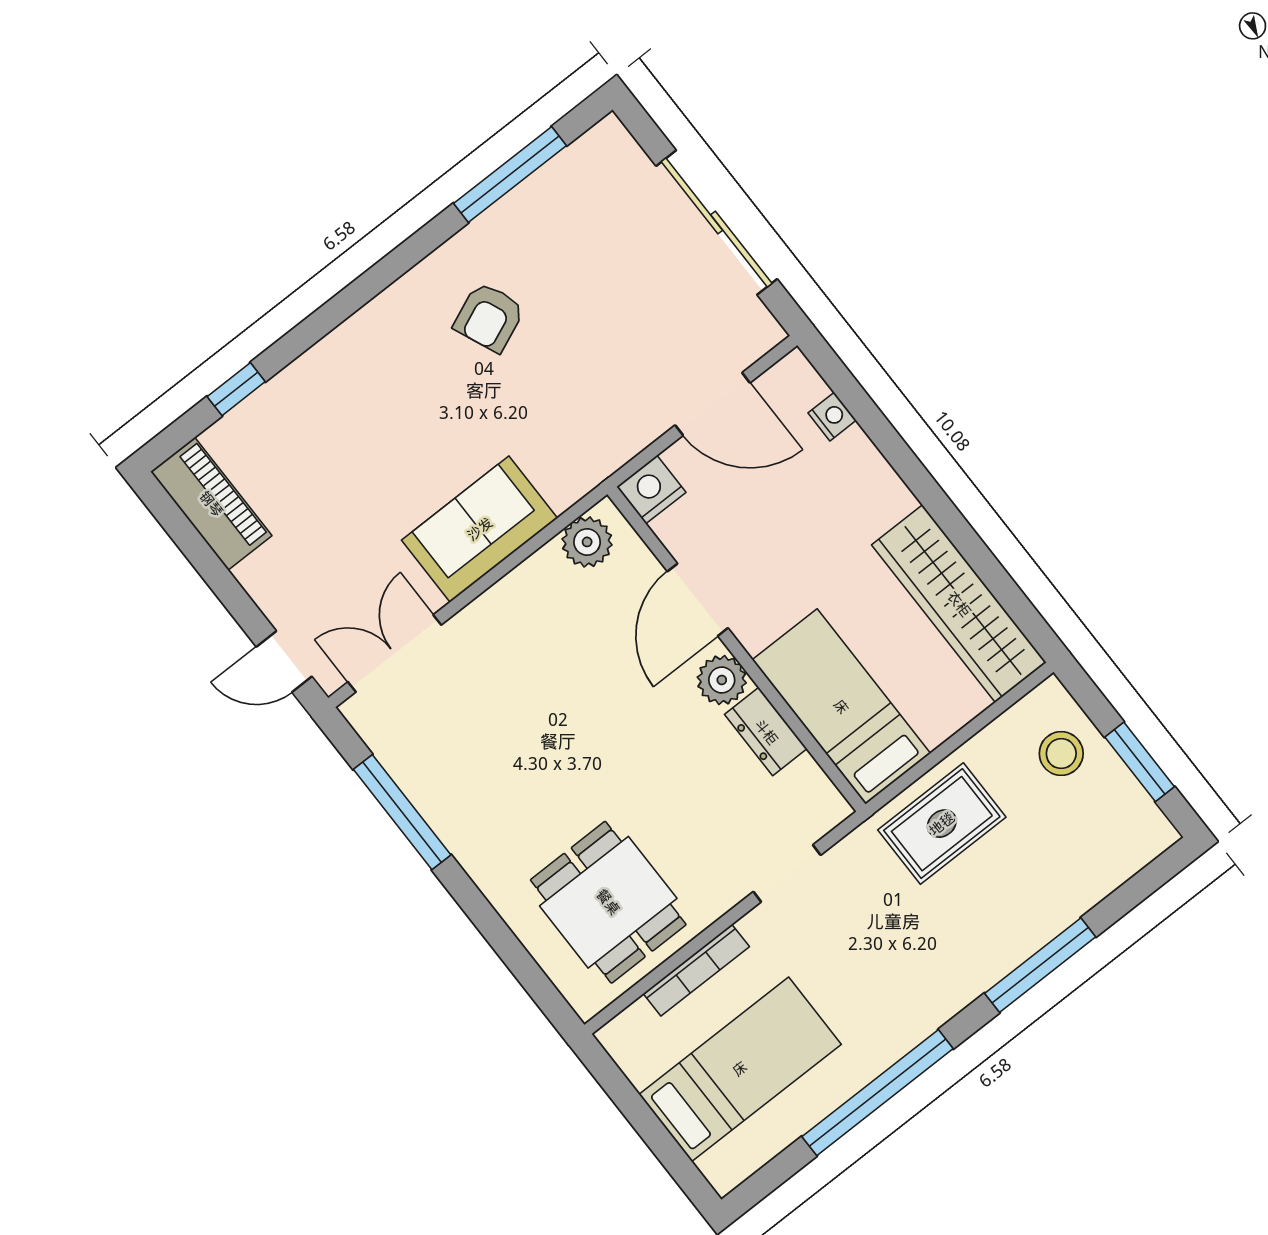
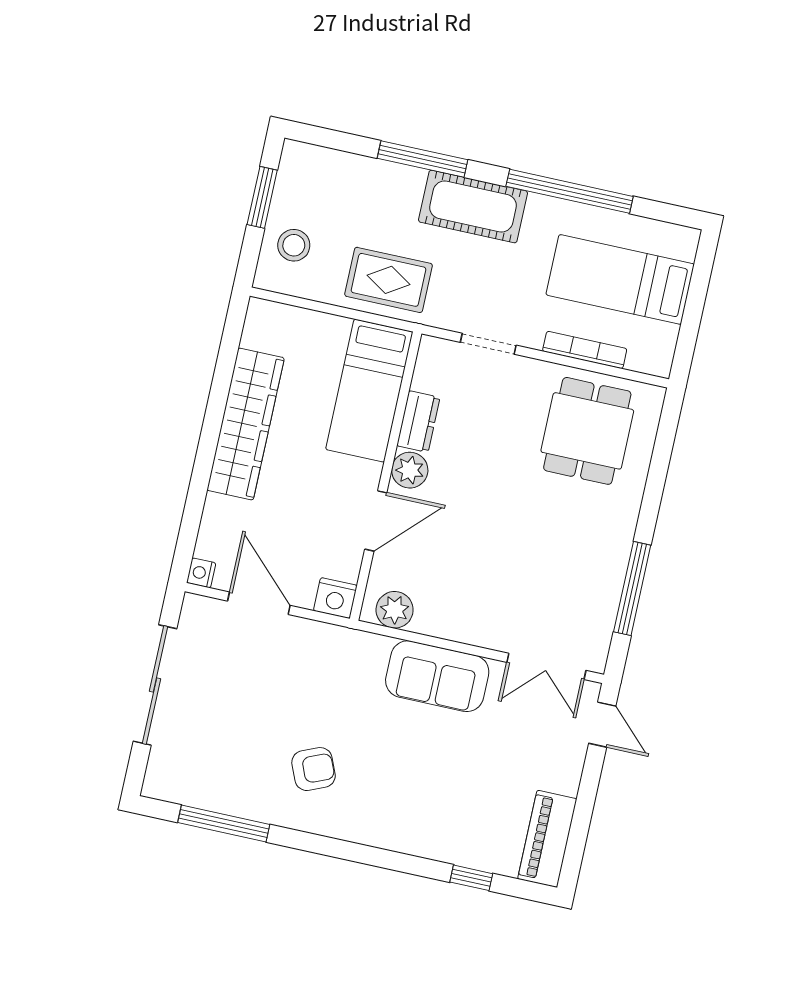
nightstand: (832, 417) -> (201, 573), moved
wardrobe: (959, 604) -> (246, 424), moved
cot: (946, 977) -> (473, 207), added

